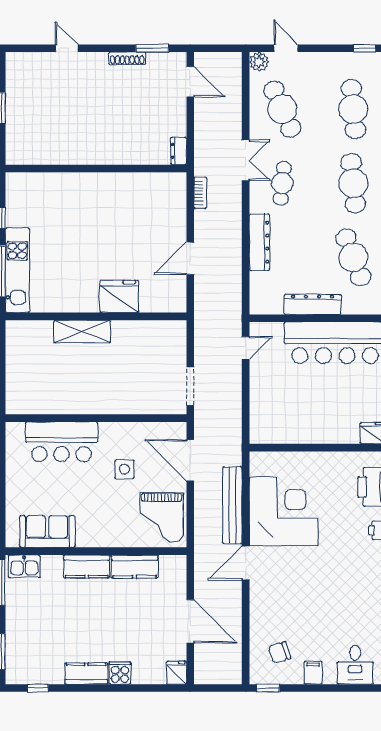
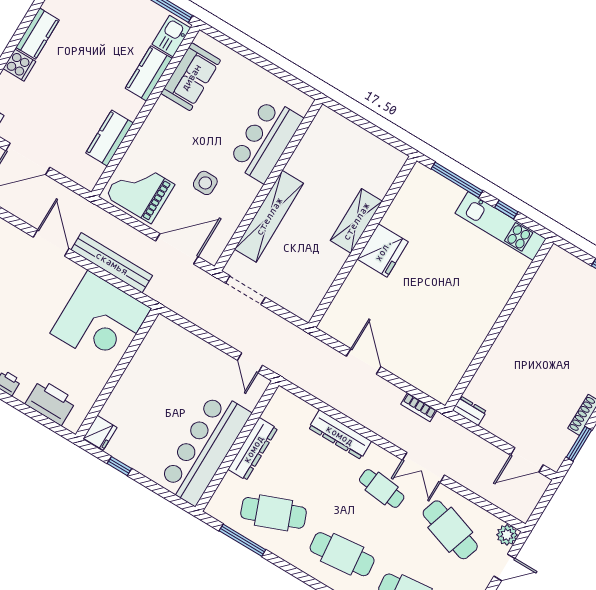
cafe table: (282, 109) -> (450, 530), turned 42
kitchen unit: (17, 270) -> (501, 226), moved
fridge: (119, 296) -> (383, 250), moved
shelving: (120, 403) -> (269, 216), added
corner desk: (284, 511) -> (101, 321), moved
kitchen counter: (87, 566) -> (149, 73), moved

